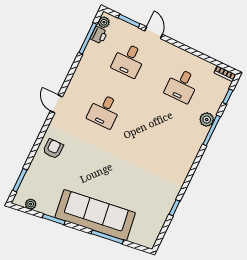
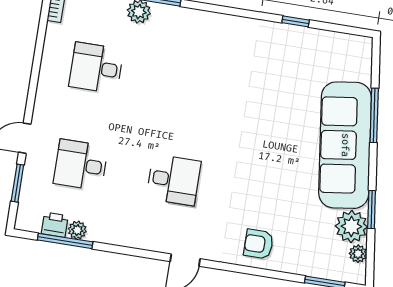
plant: (104, 22) -> (77, 230), moved
desk: (129, 60) -> (81, 165), turned 180
desk: (182, 86) -> (96, 68), turned 180
plant: (47, 205) -> (351, 226), added

